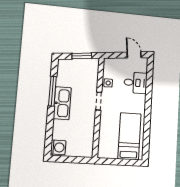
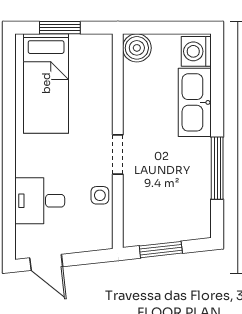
kitchen sink: (62, 103) -> (195, 102), moved
boiler: (86, 151) -> (137, 48), added
window: (122, 162) -> (60, 28), added

